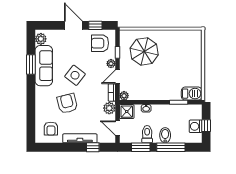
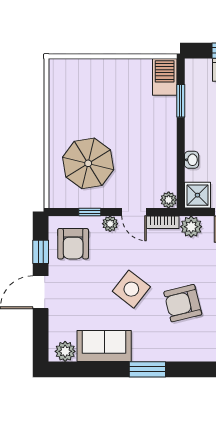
window: (31, 65) -> (147, 369), moved
sofa: (44, 66) -> (104, 346), width x0.73

